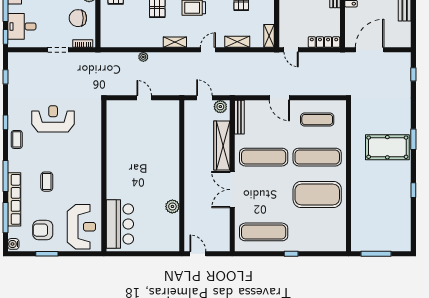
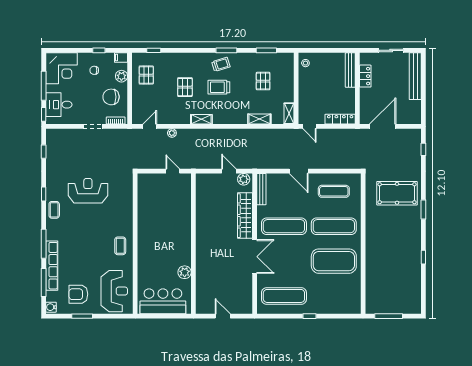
door: (208, 50) -> (150, 126), moved
pool table: (387, 147) -> (397, 193), moved
wall: (182, 176) -> (193, 244), moved
coffee table: (47, 182) -> (120, 246), moved
double door: (232, 190) -> (255, 257), swing flipped
plant: (172, 206) -> (185, 272), moved
bar counter: (120, 224) -> (163, 301), moved, turned -90

